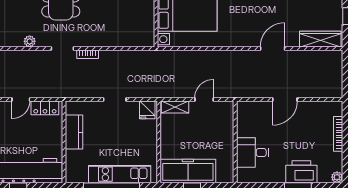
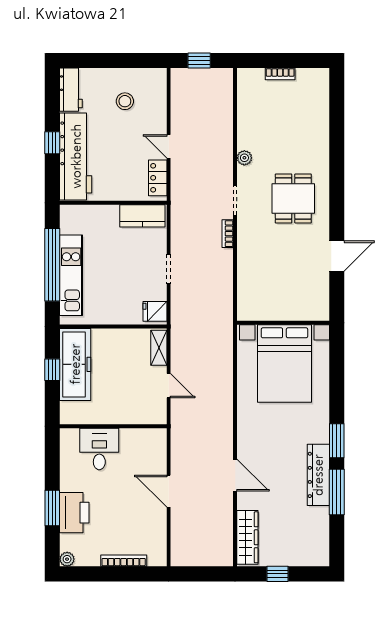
kitchen counter: (74, 132) -> (142, 216), moved

